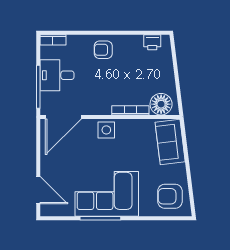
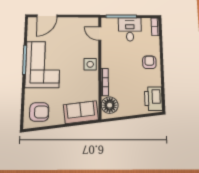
printer: (152, 42) -> (153, 99), width x1.87, depth x1.48
door: (63, 117) -> (100, 34), width x0.53
armchair: (170, 196) -> (39, 112), turned 90

